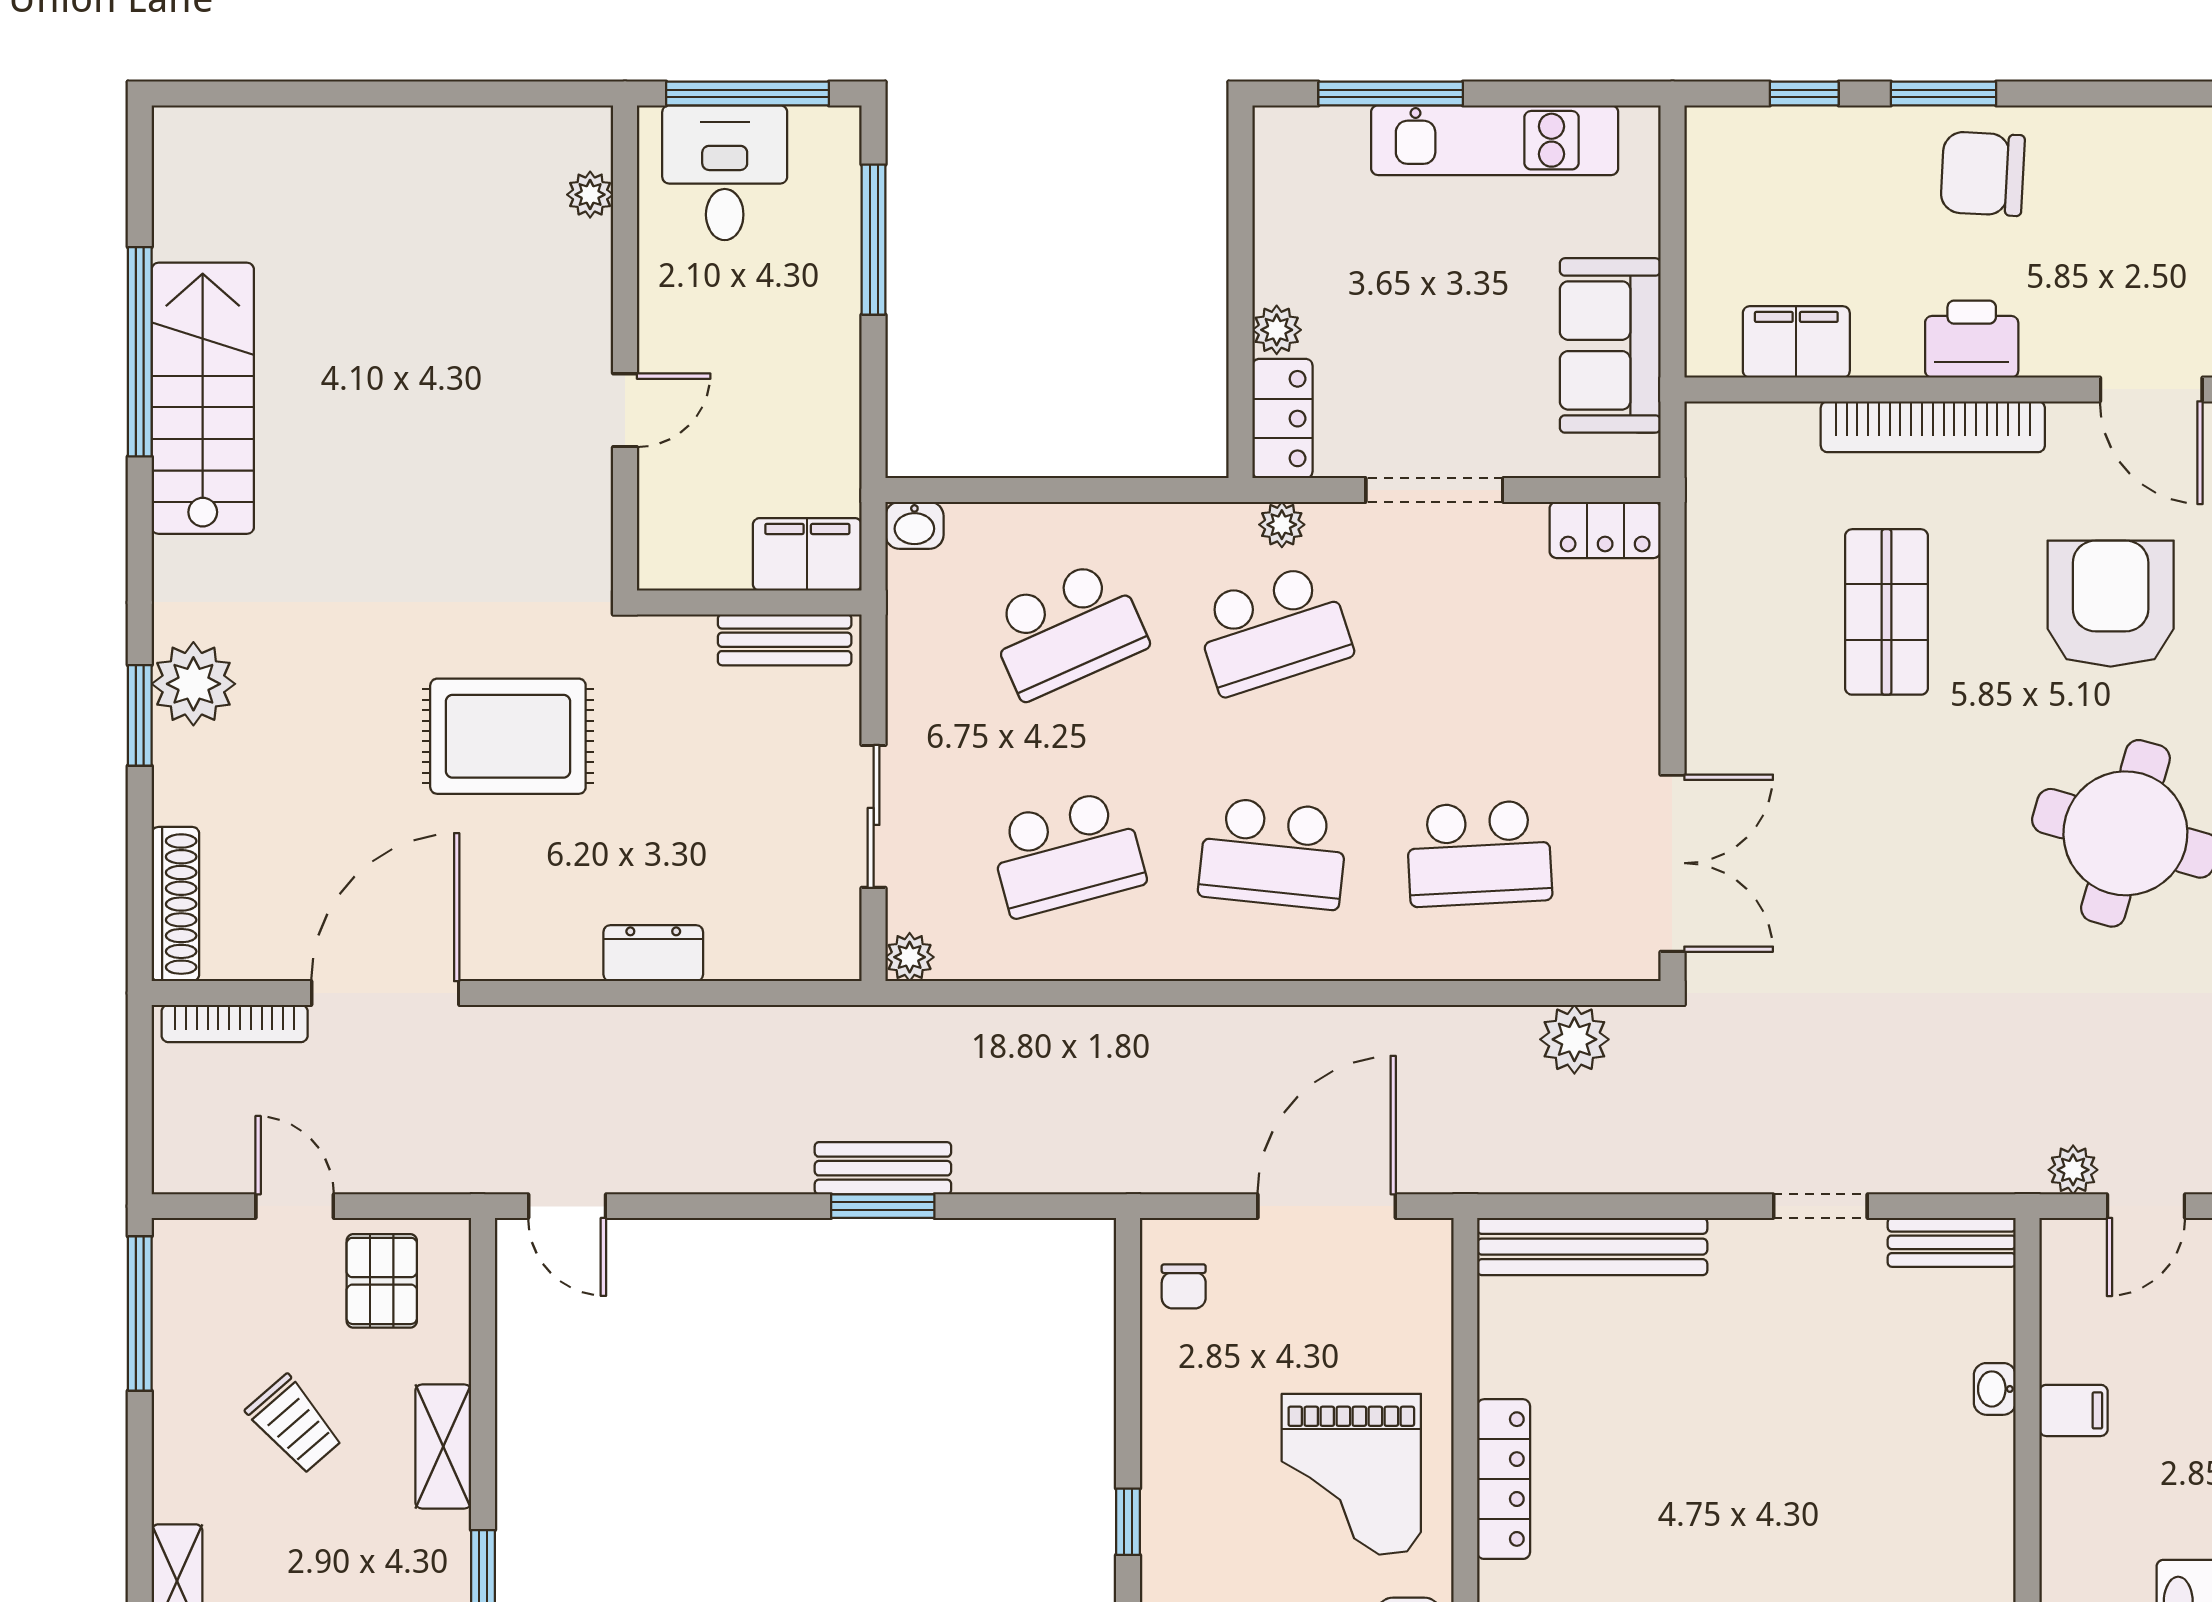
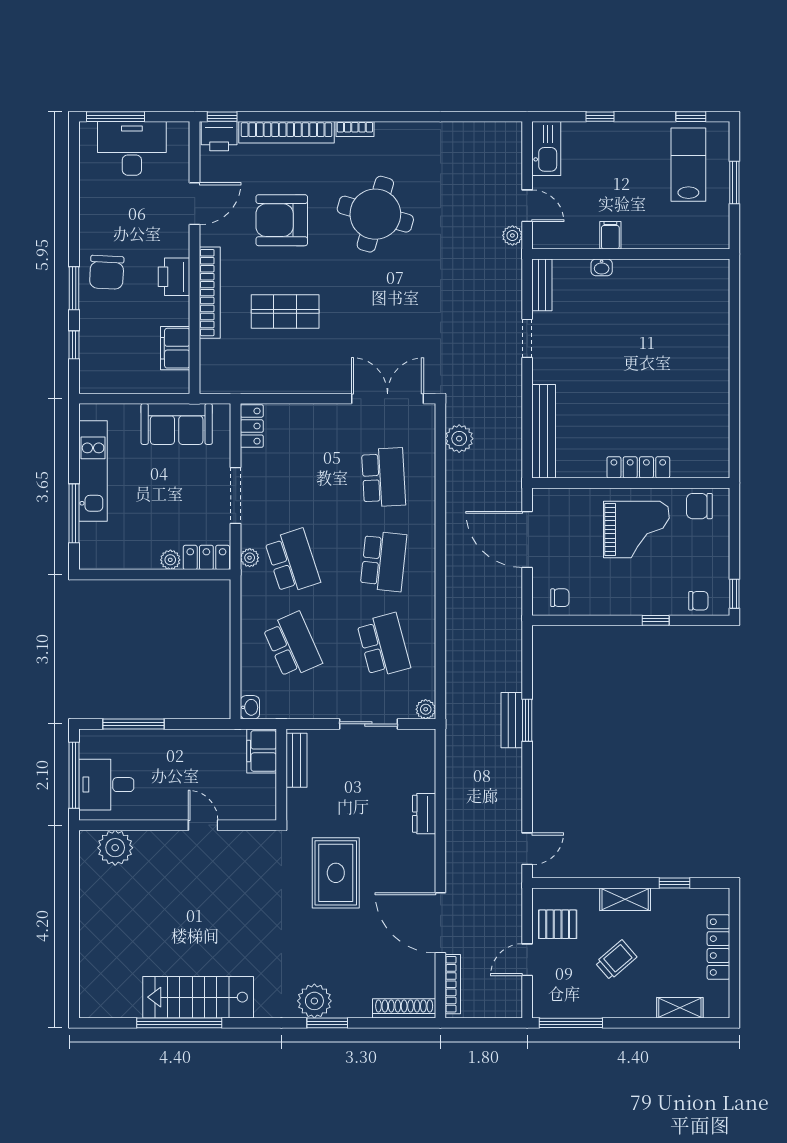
plant: (590, 195) -> (115, 848), width x1.87, depth x1.87

